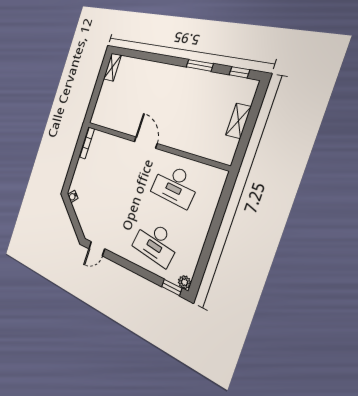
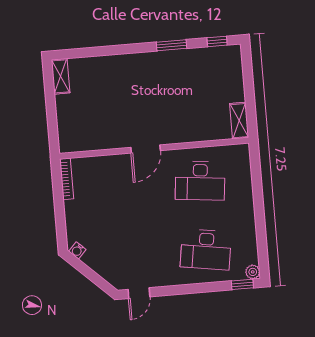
shelving: (238, 121) -> (239, 121), moved
door: (146, 142) -> (146, 149), swing flipped

